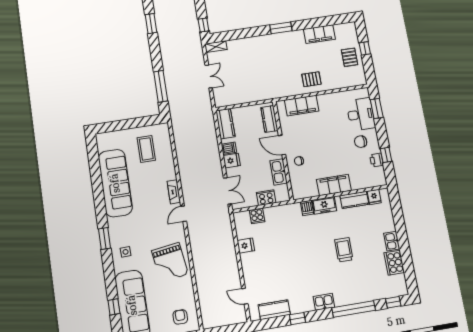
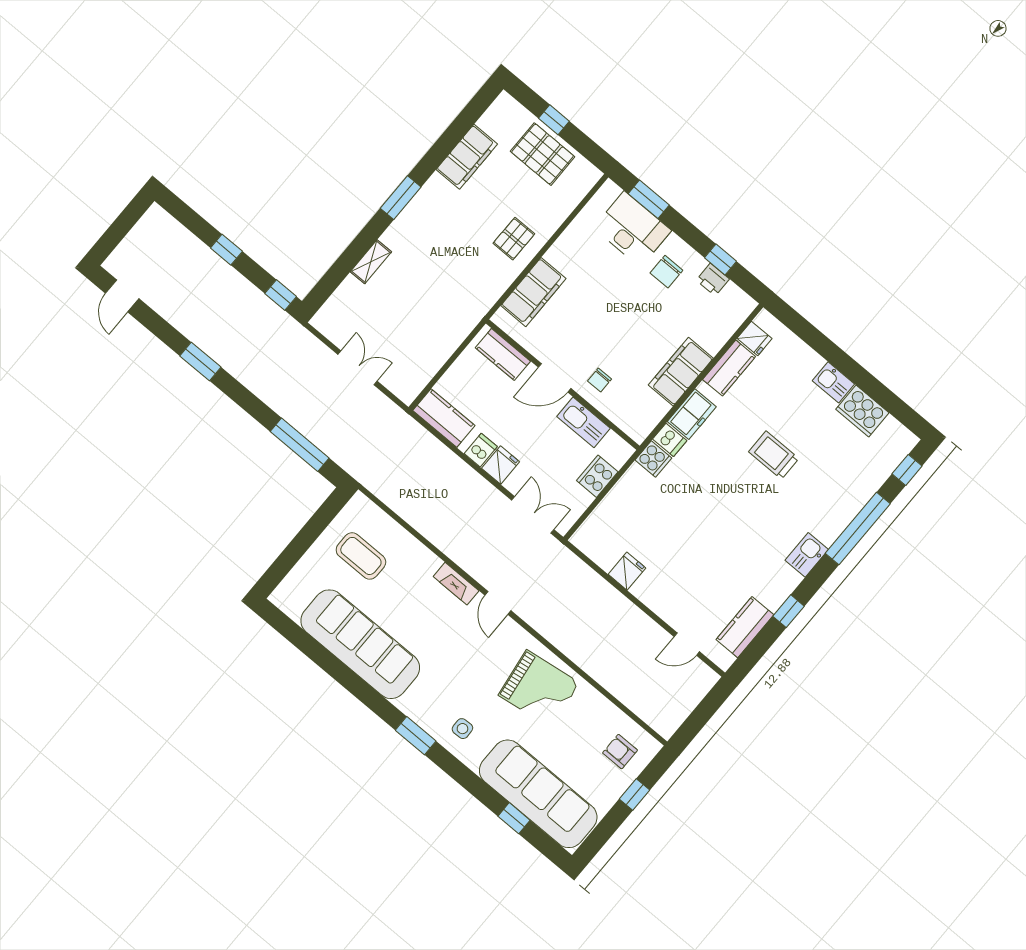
shelving: (216, 47) -> (371, 262), moved
pallet: (350, 57) -> (543, 154), width x1.50, depth x1.42
cooker: (257, 216) -> (653, 459), moved

